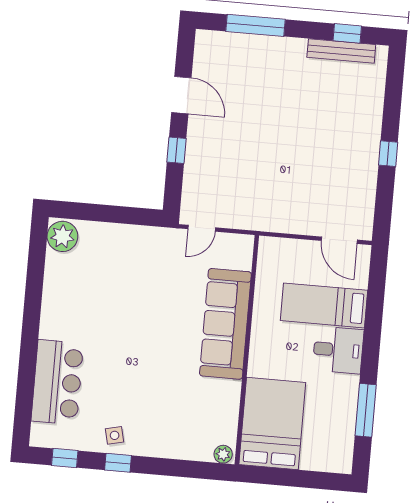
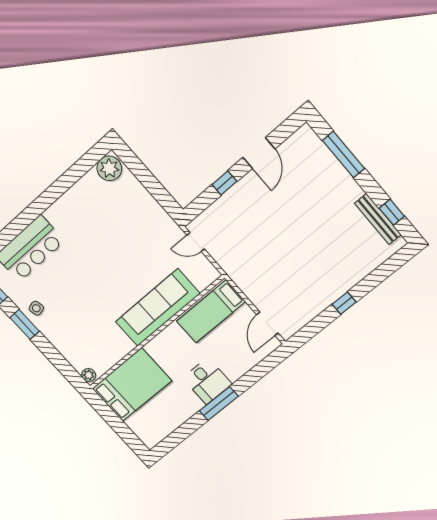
bed: (324, 305) -> (211, 311), moved, turned -90
window: (366, 410) -> (219, 404), moved
window: (118, 463) -> (25, 325), width x1.50

